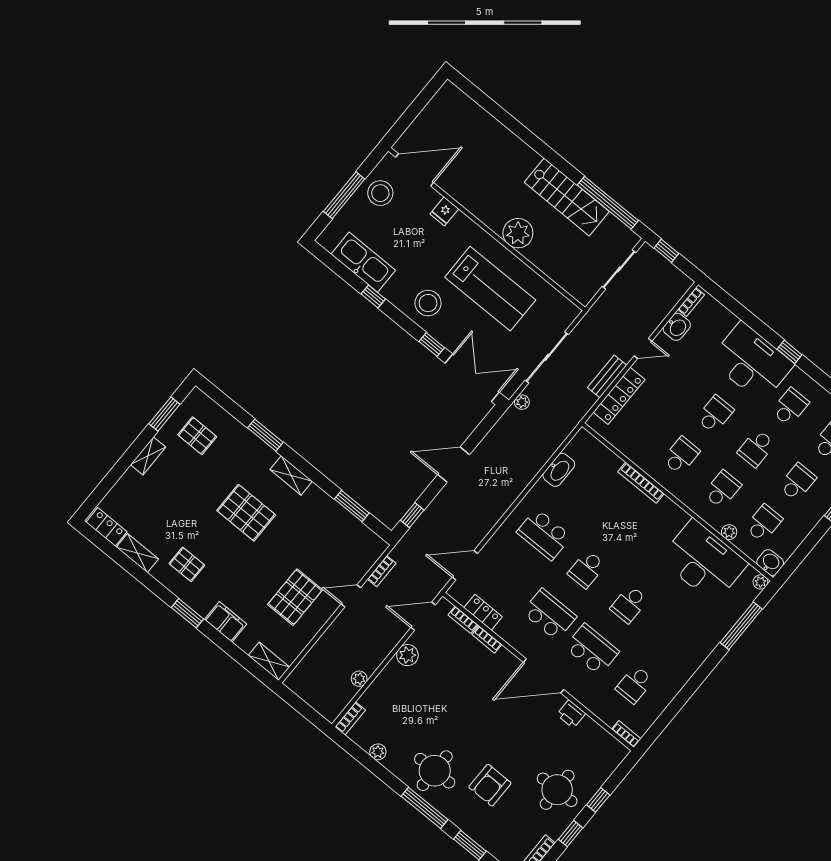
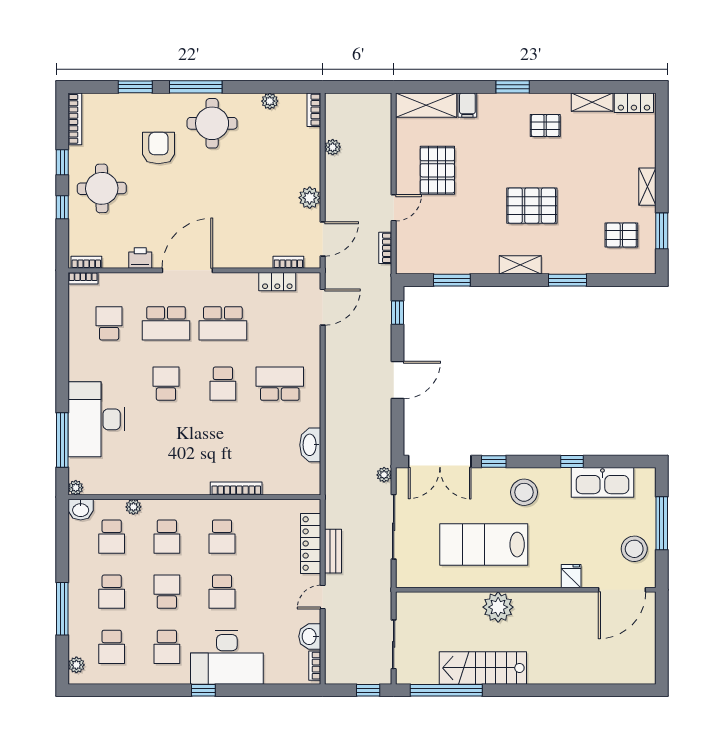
desk: (704, 561) -> (96, 419), moved, turned 90
school desk: (587, 569) -> (223, 384), turned 180
filing cabinet: (226, 622) -> (467, 105), width x0.50
bookcase: (487, 639) -> (86, 262), moved
shelving: (269, 661) -> (426, 105), width x1.50, depth x1.33

